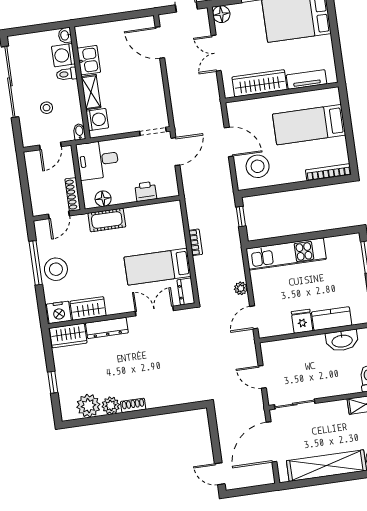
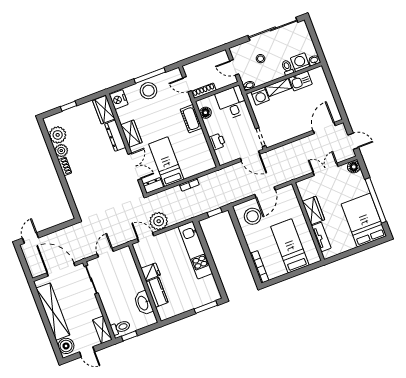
wardrobe: (260, 83) -> (313, 210), width x0.67
plant: (241, 288) -> (159, 221), width x1.88, depth x1.88
wardrobe: (88, 308) -> (131, 134), moved

